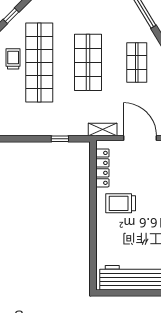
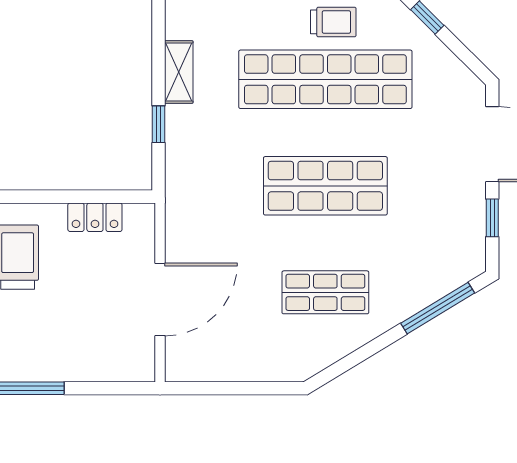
shelving: (103, 130) -> (179, 72), moved
locker: (102, 168) -> (95, 217), width x0.66

